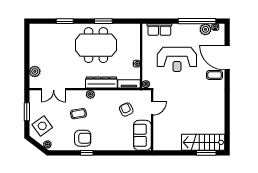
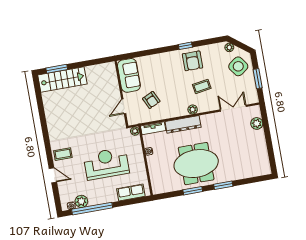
window: (65, 21) -> (223, 185), moved
door: (227, 58) -> (53, 175), width x0.53
armchair: (83, 138) -> (192, 61), turned -90

